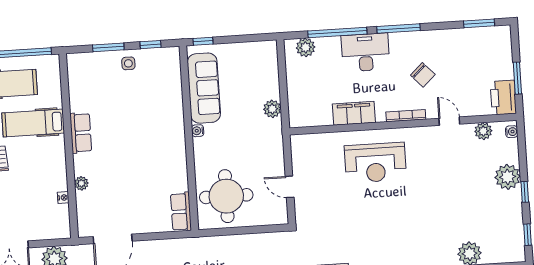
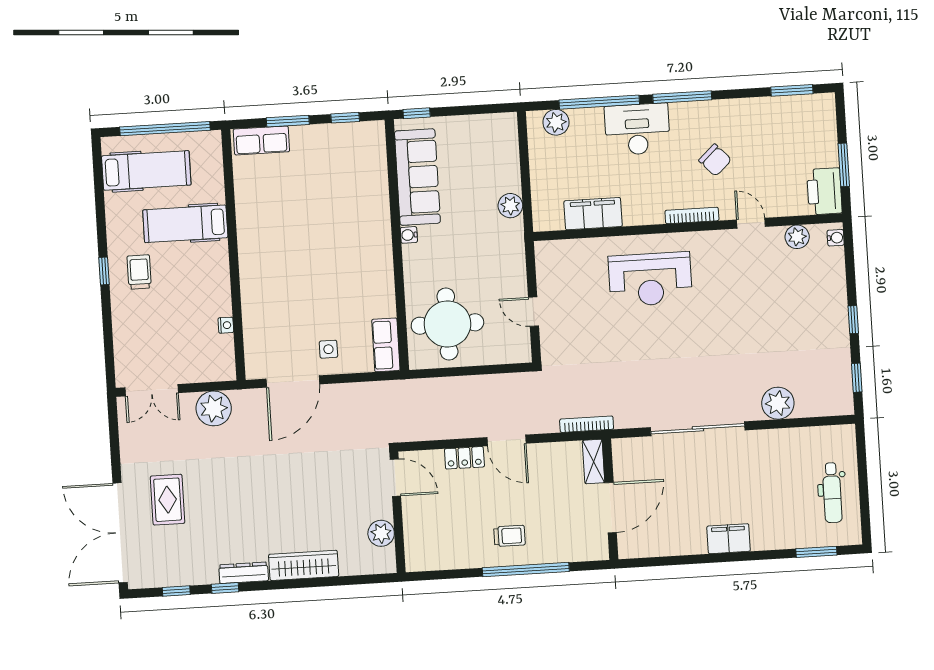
side table: (128, 63) -> (328, 349), moved
filing cabinet: (354, 113) -> (593, 214), moved
row of seats: (81, 133) -> (261, 140), moved, turned 90
plant: (508, 177) -> (830, 299), removed
plant: (81, 183) -> (251, 306), removed

